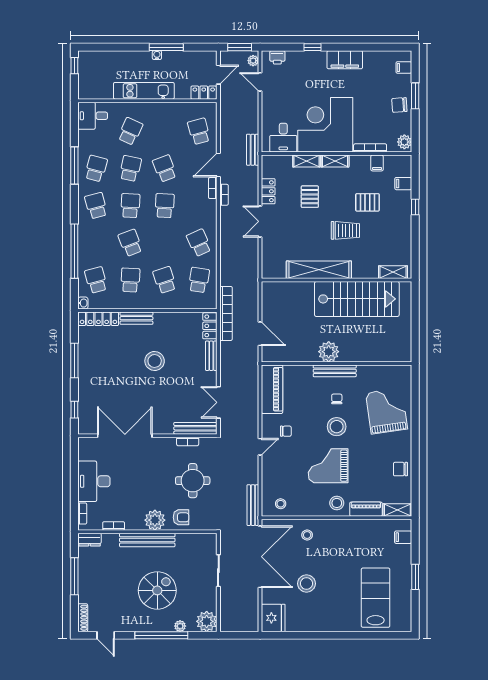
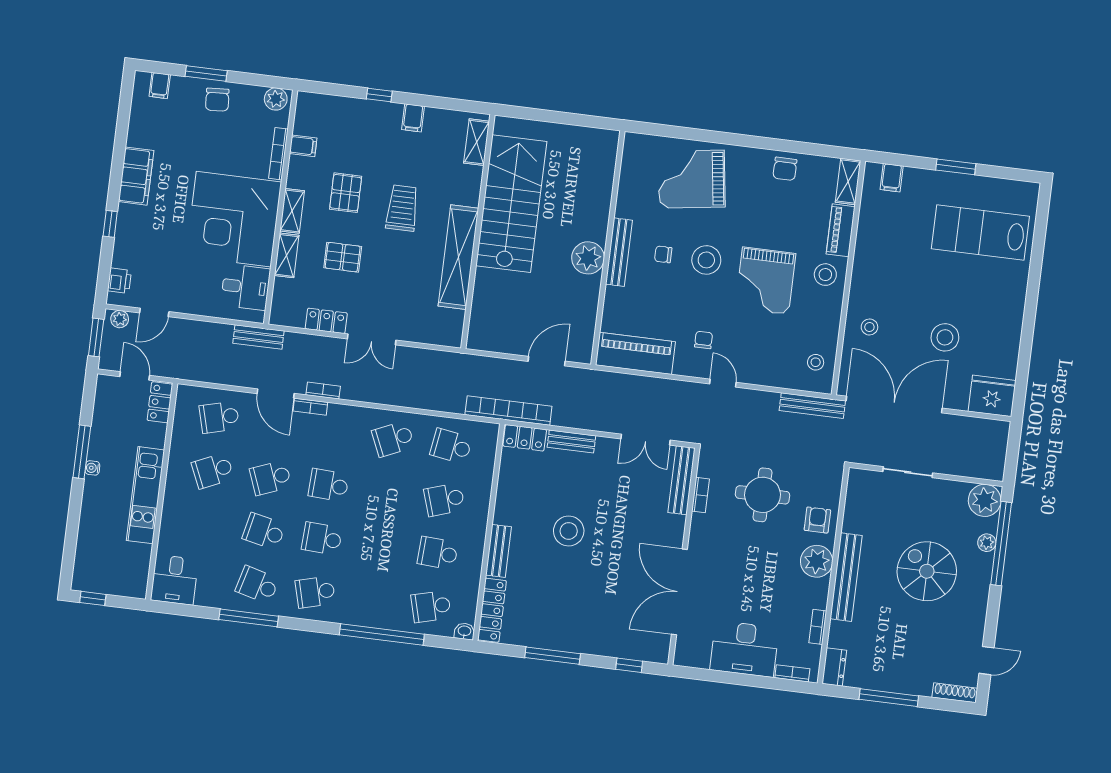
school desk: (130, 131) -> (213, 471), moved, turned -48
filing cabinet: (403, 184) -> (413, 118), moved
pallet: (367, 202) -> (346, 193), moved
school desk: (130, 243) -> (380, 546), removed
window: (161, 635) -> (1001, 544), moved

